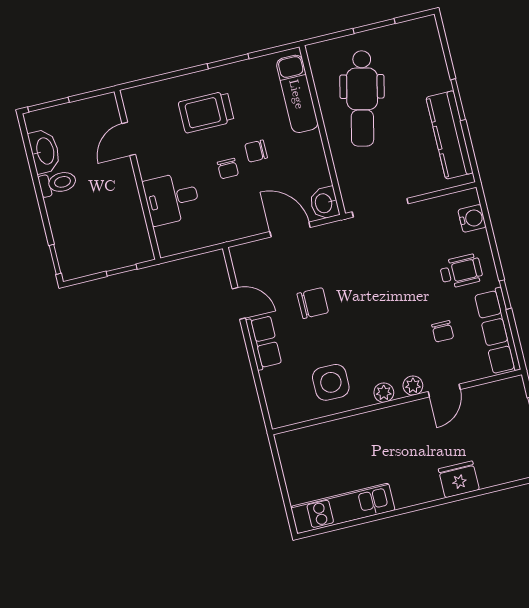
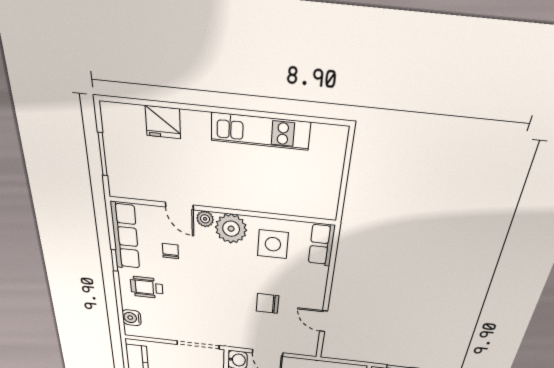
row of seats: (264, 342) -> (322, 245), moved
door: (444, 391) -> (179, 206), swing flipped
plant: (384, 393) -> (231, 229), width x1.87, depth x1.87
fridge: (459, 479) -> (163, 122), moved
kitchen unit: (343, 508) -> (260, 131), moved

